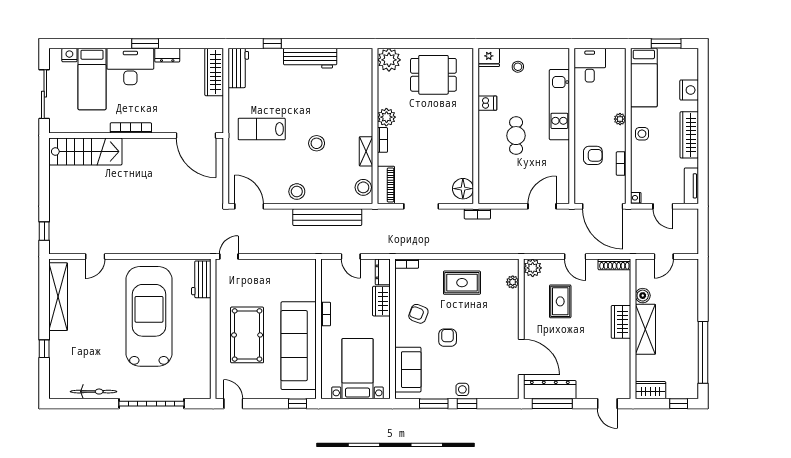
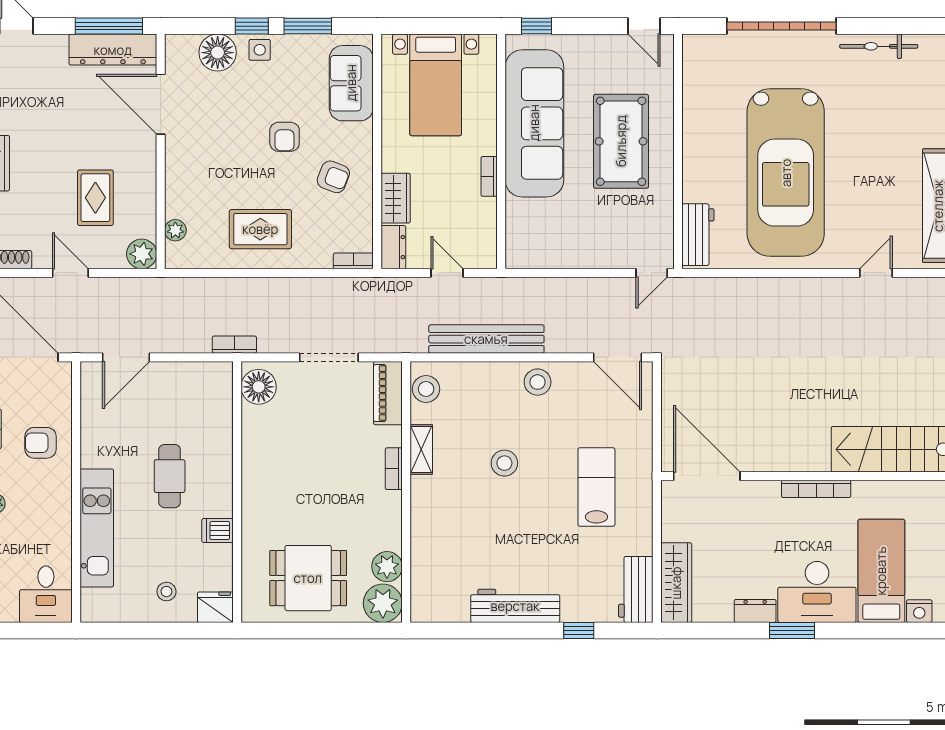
plant: (386, 117) -> (387, 567), moved
lab bench: (262, 129) -> (596, 487), turned -90
floor lamp: (487, 388) -> (218, 53), added

